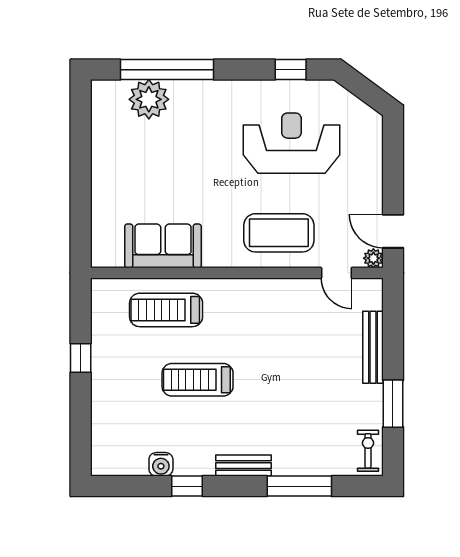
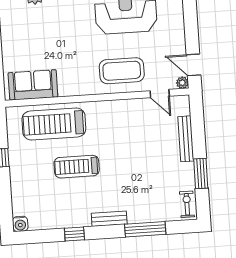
sofa: (163, 246) -> (33, 85), moved
treadmill: (166, 310) -> (54, 124), width x1.37, depth x1.37
water cooler: (161, 464) -> (20, 224), moved

